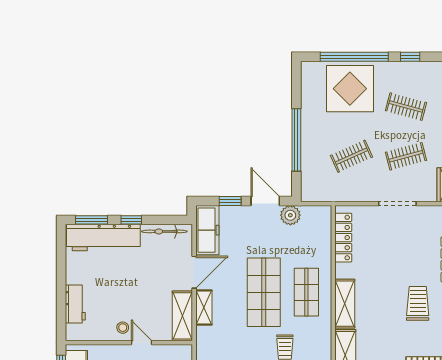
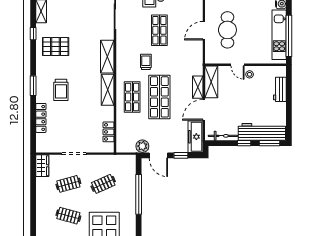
locker: (343, 238) -> (108, 132), width x0.66

